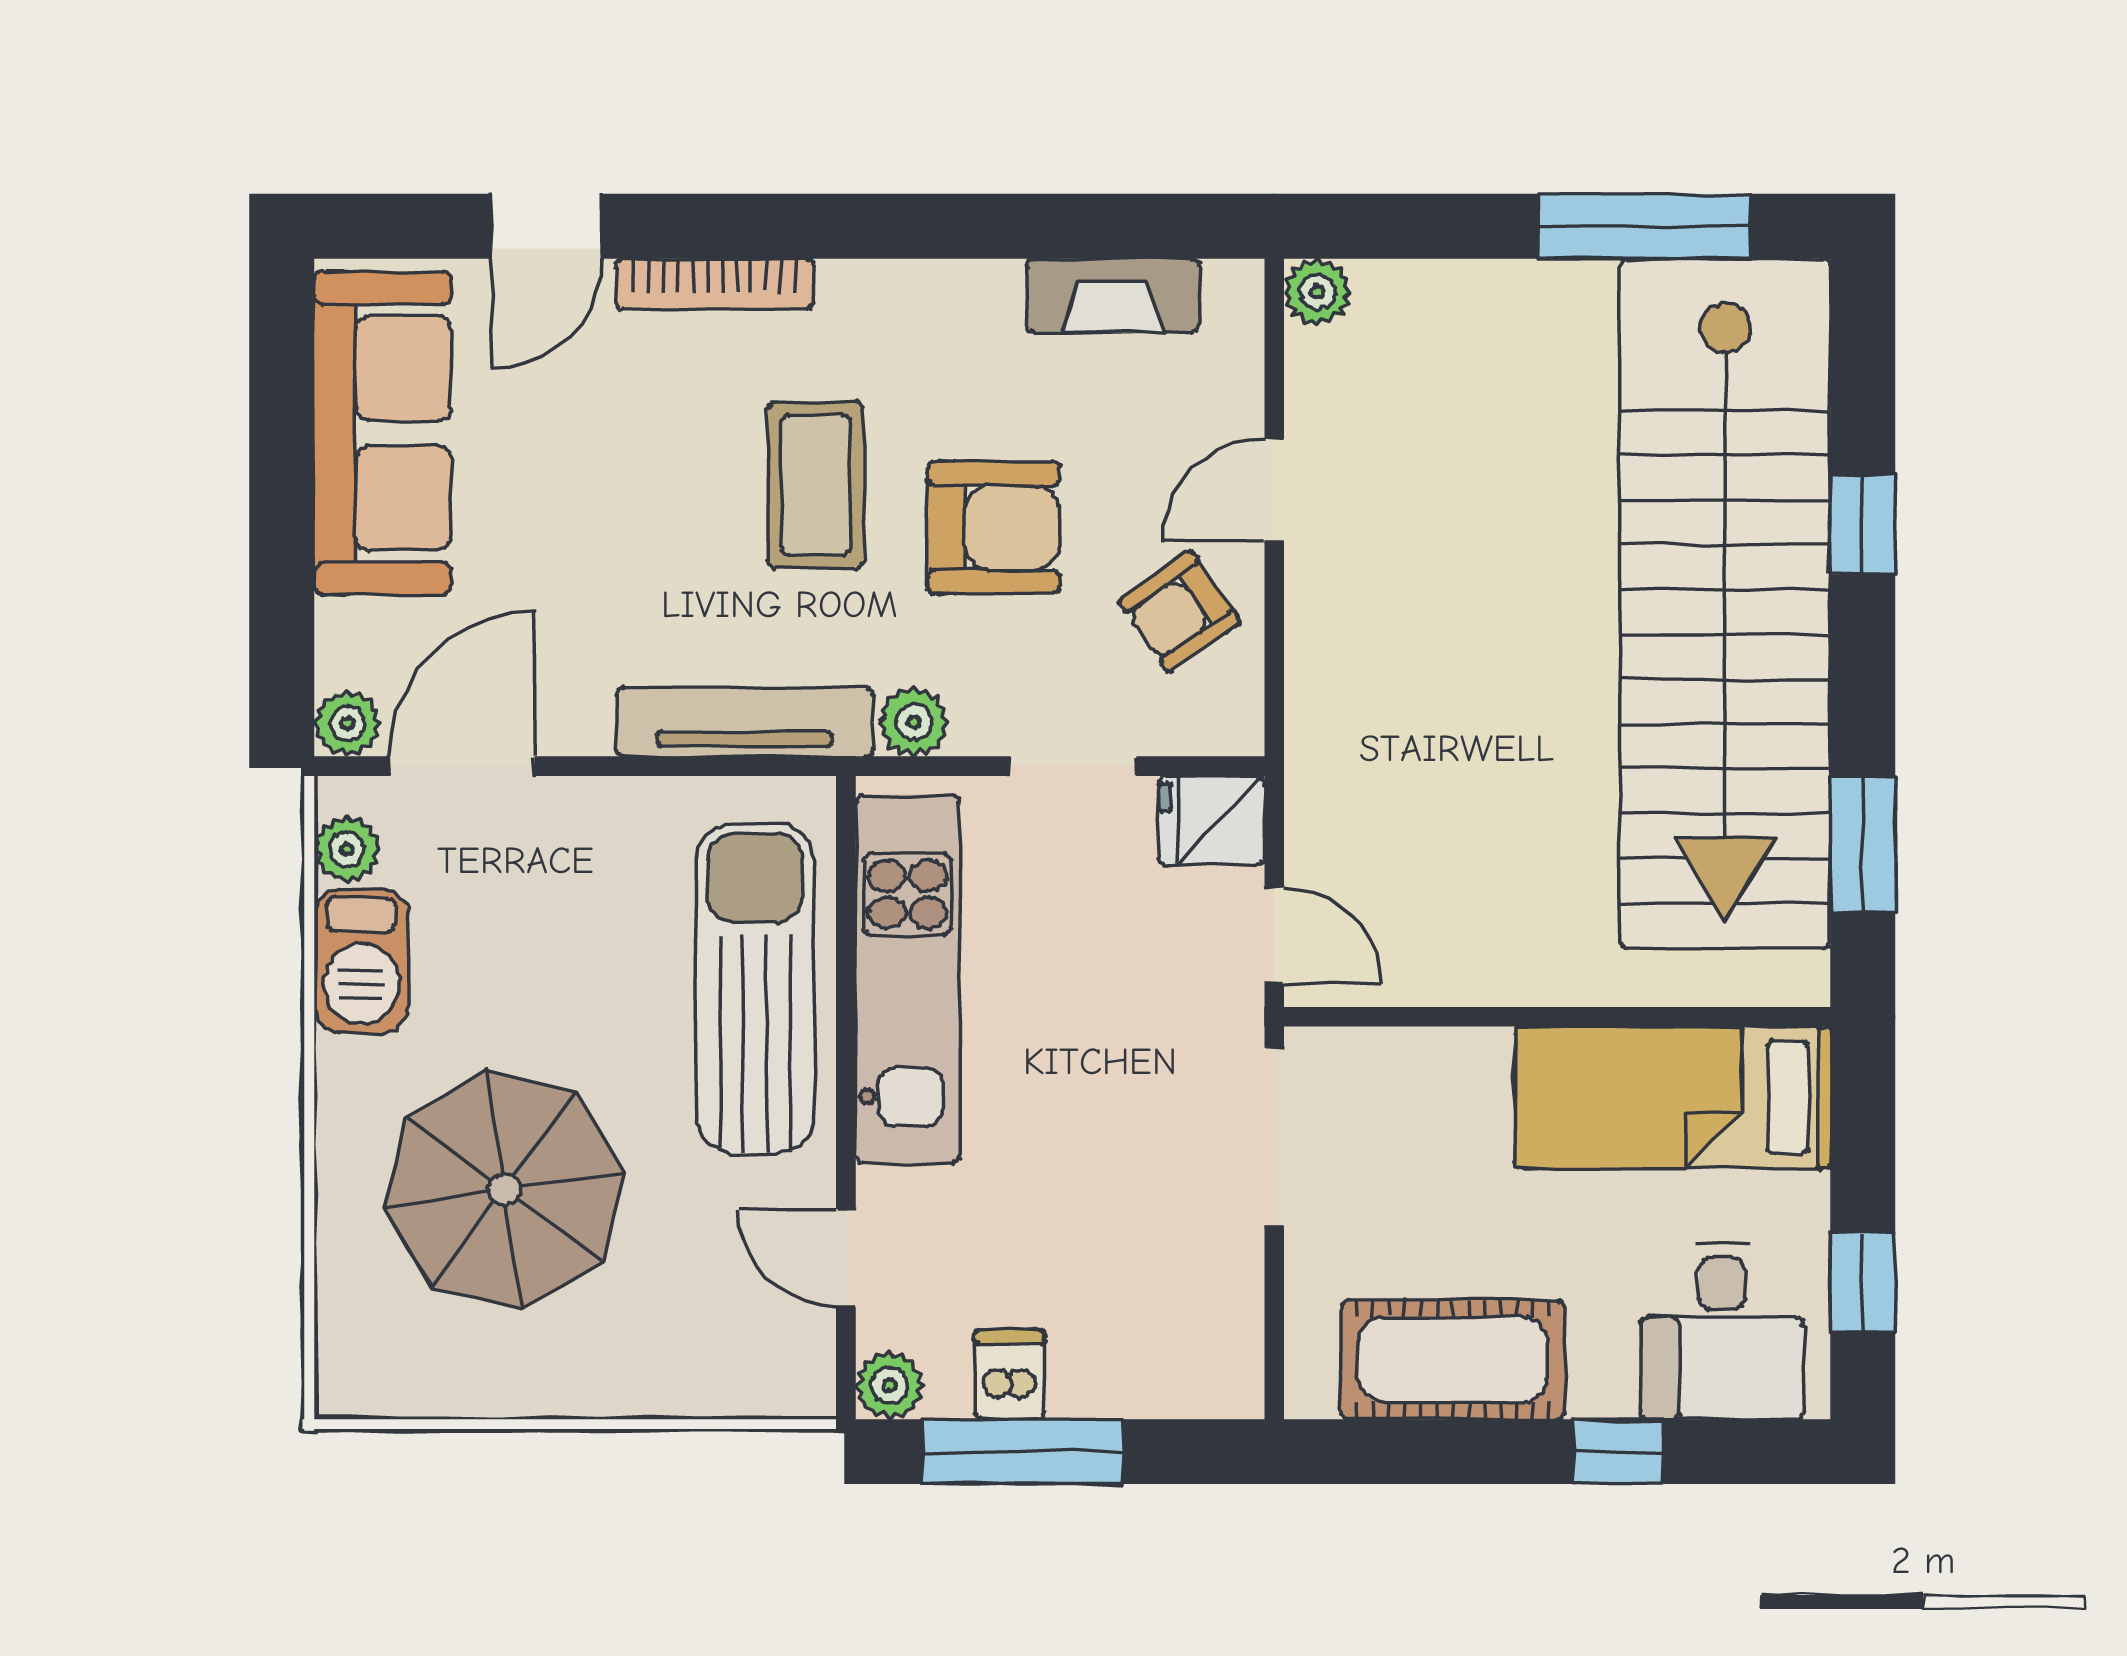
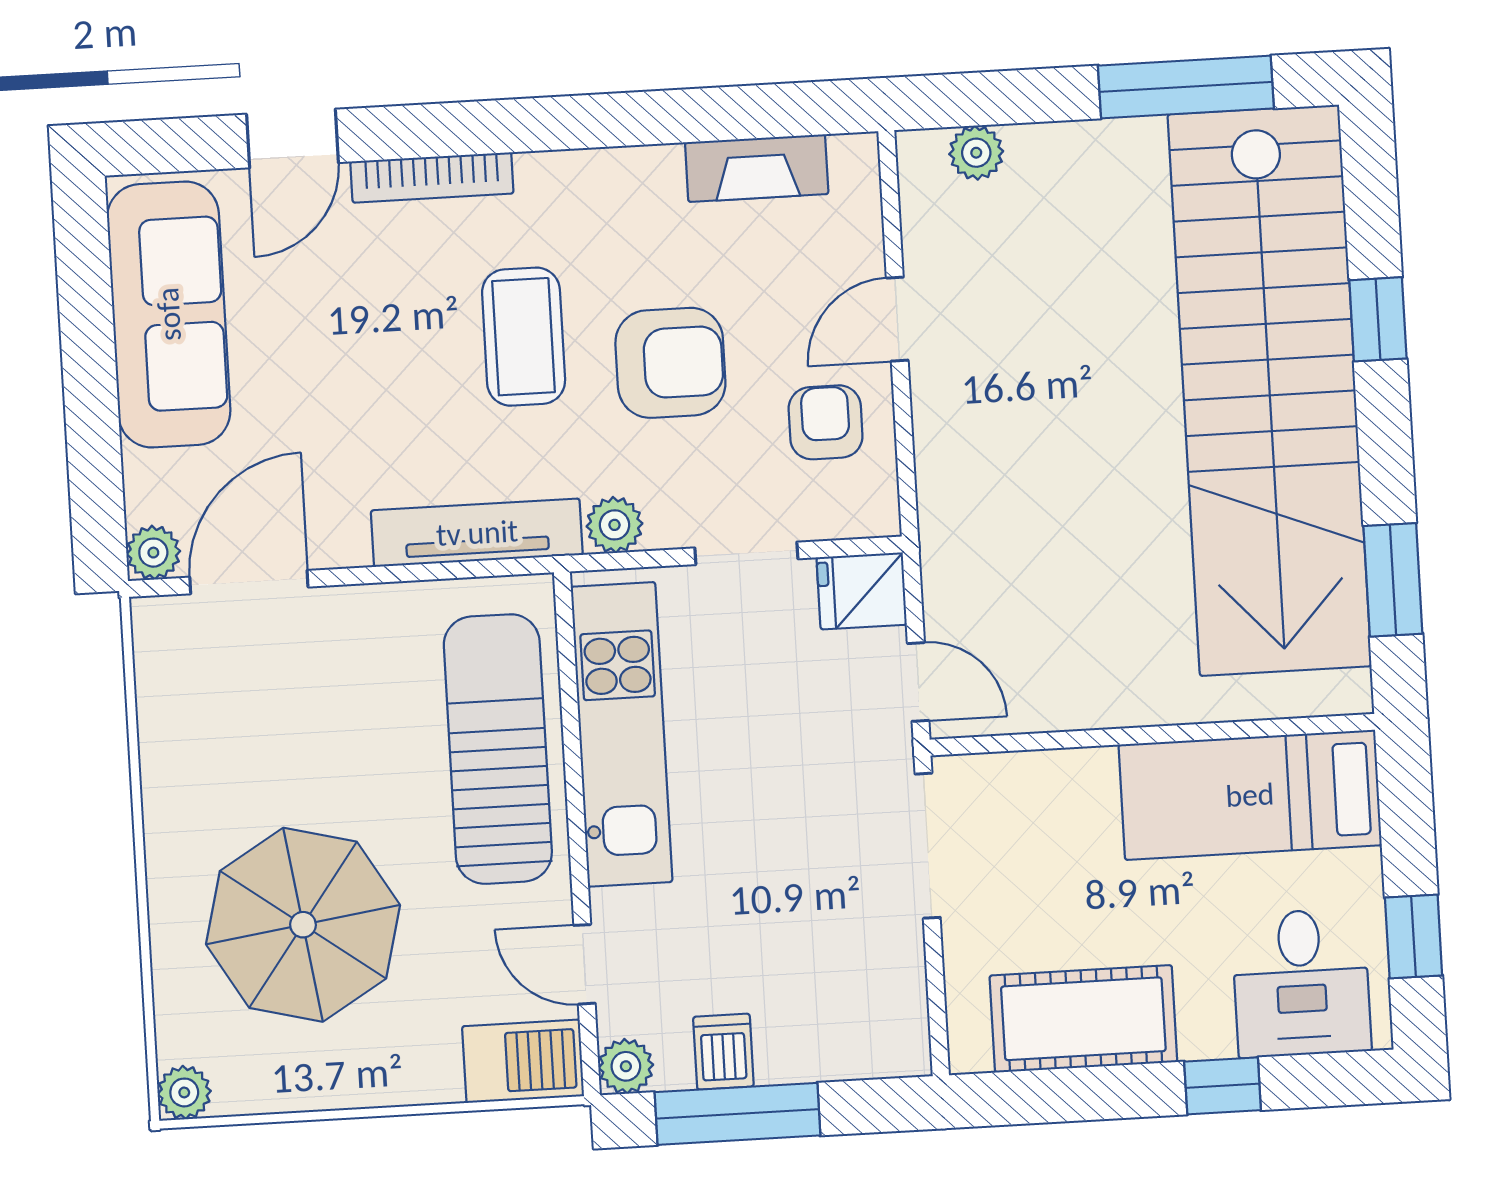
plant: (1317, 292) -> (976, 153), moved
armchair: (1179, 611) -> (826, 422), turned 125
plant: (347, 849) -> (184, 1092), moved
barbecue: (361, 961) -> (523, 1061), moved, turned -90

